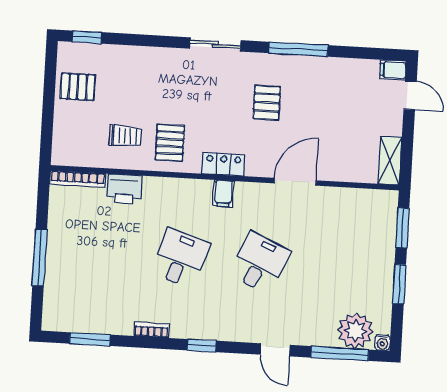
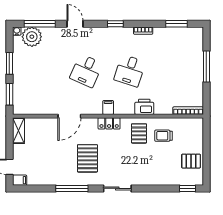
pallet: (267, 103) -> (87, 158), width x1.50, depth x1.42
printer: (124, 189) -> (144, 107), moved

